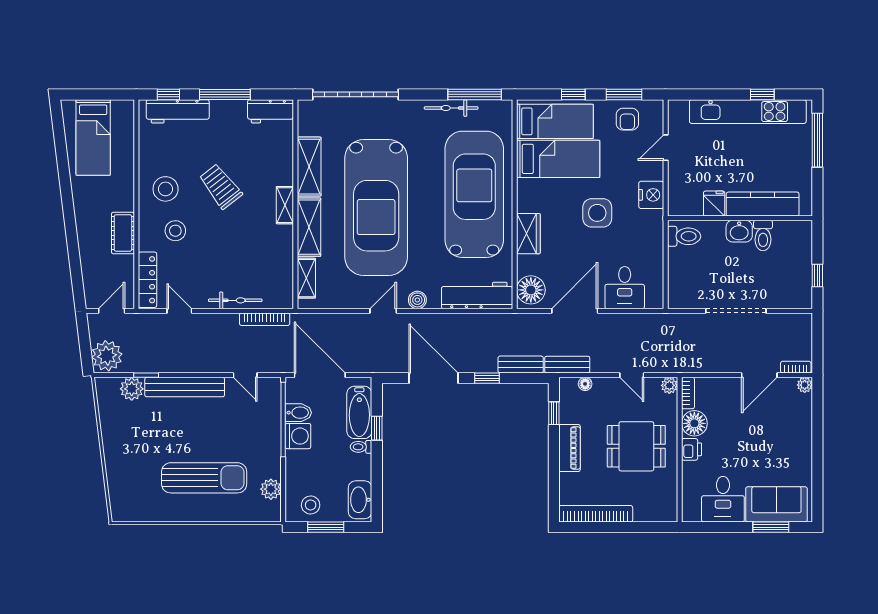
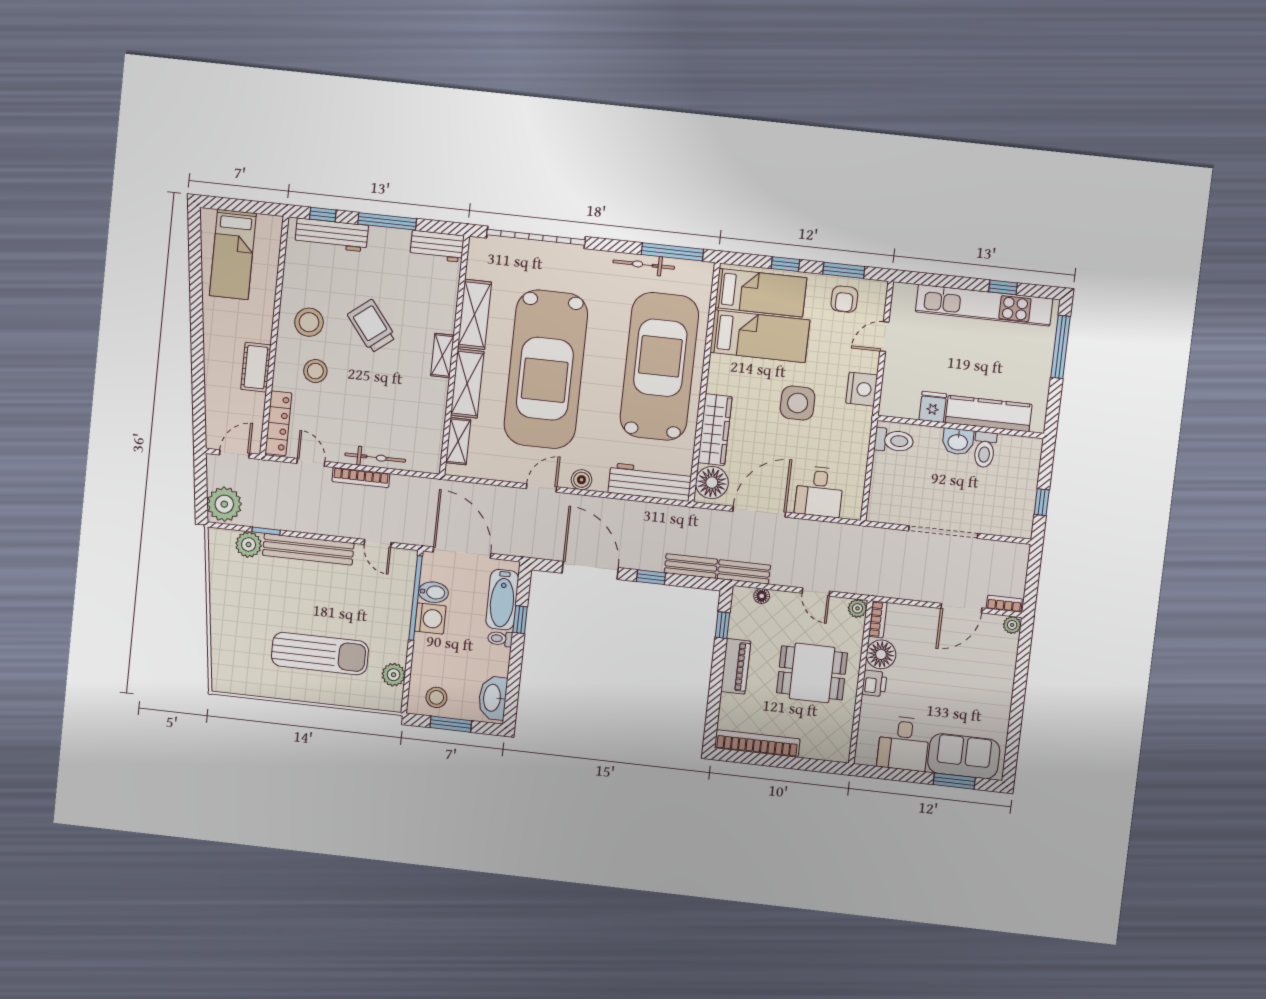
wardrobe: (528, 234) -> (715, 430), width x1.50
bookcase: (265, 319) -> (361, 478), moved

